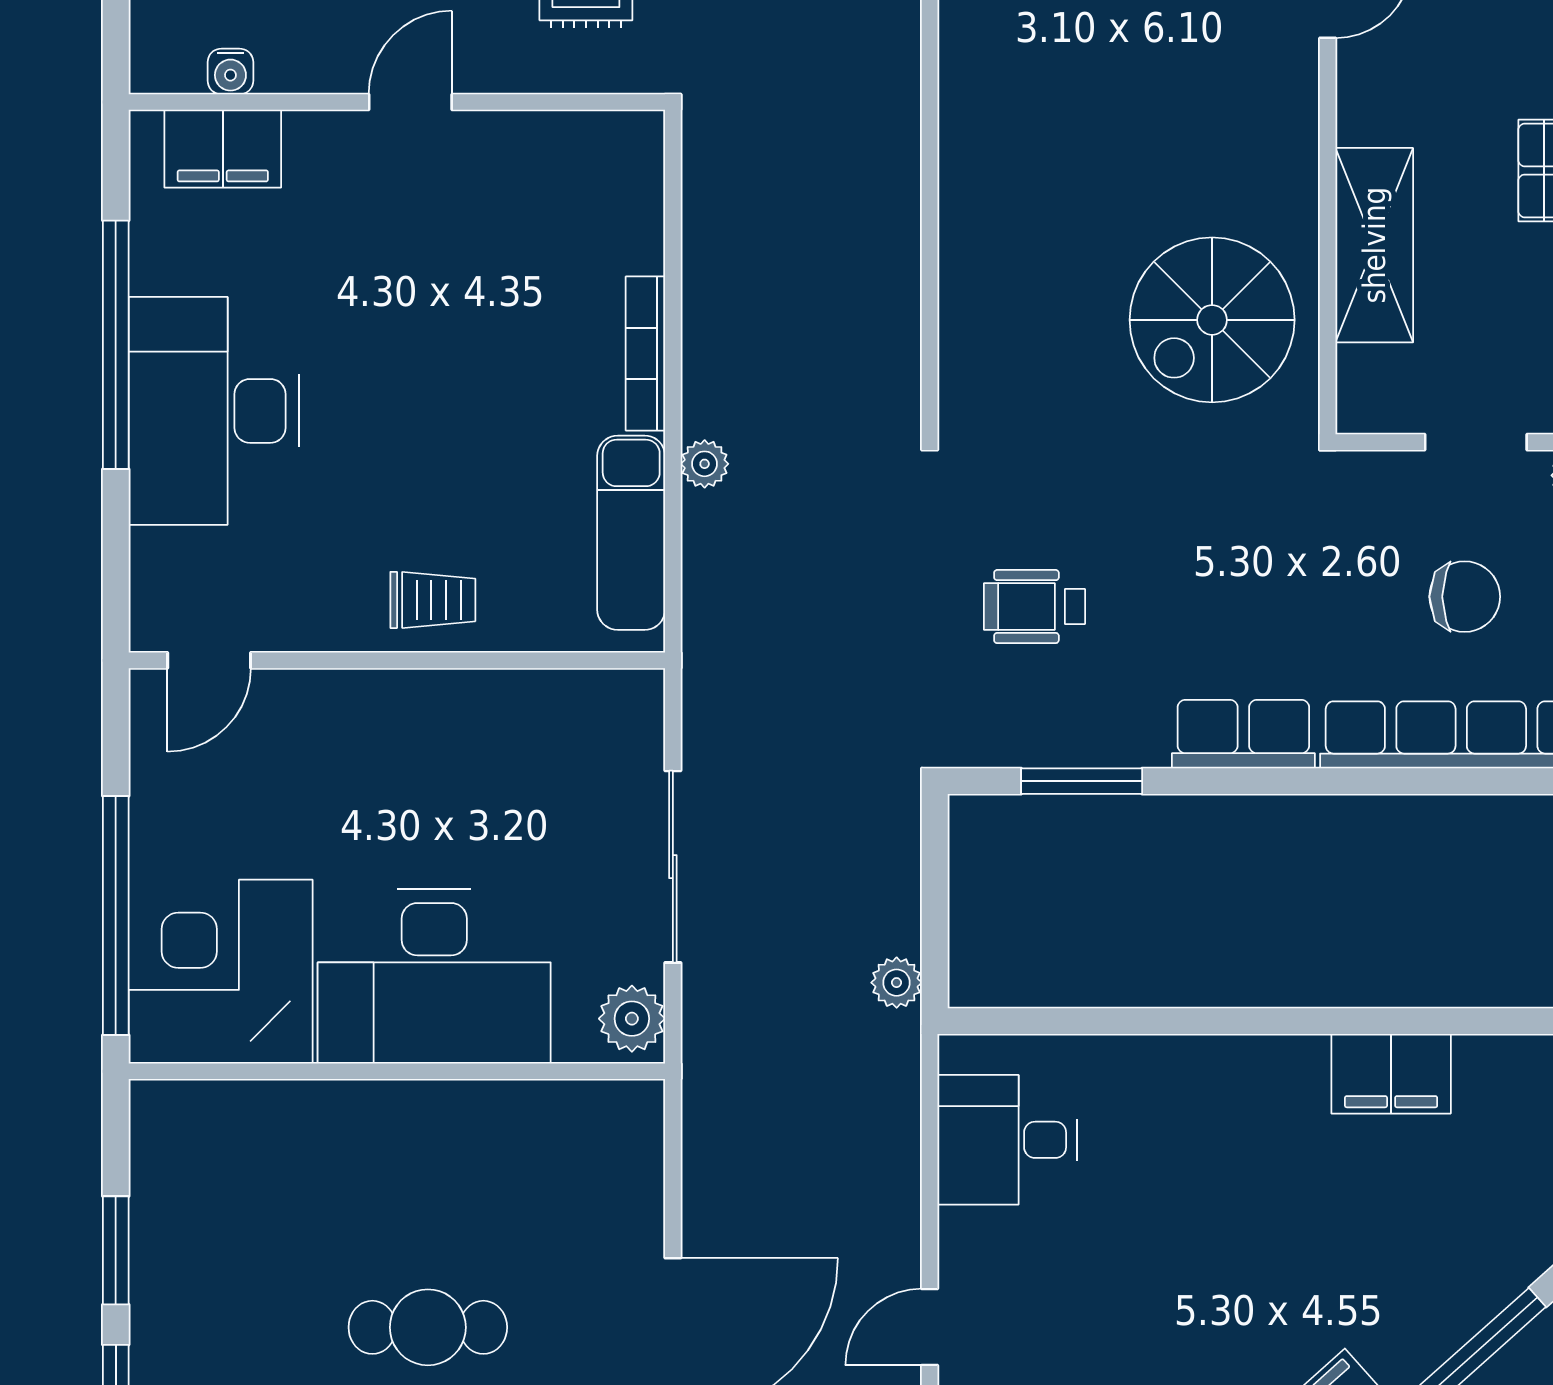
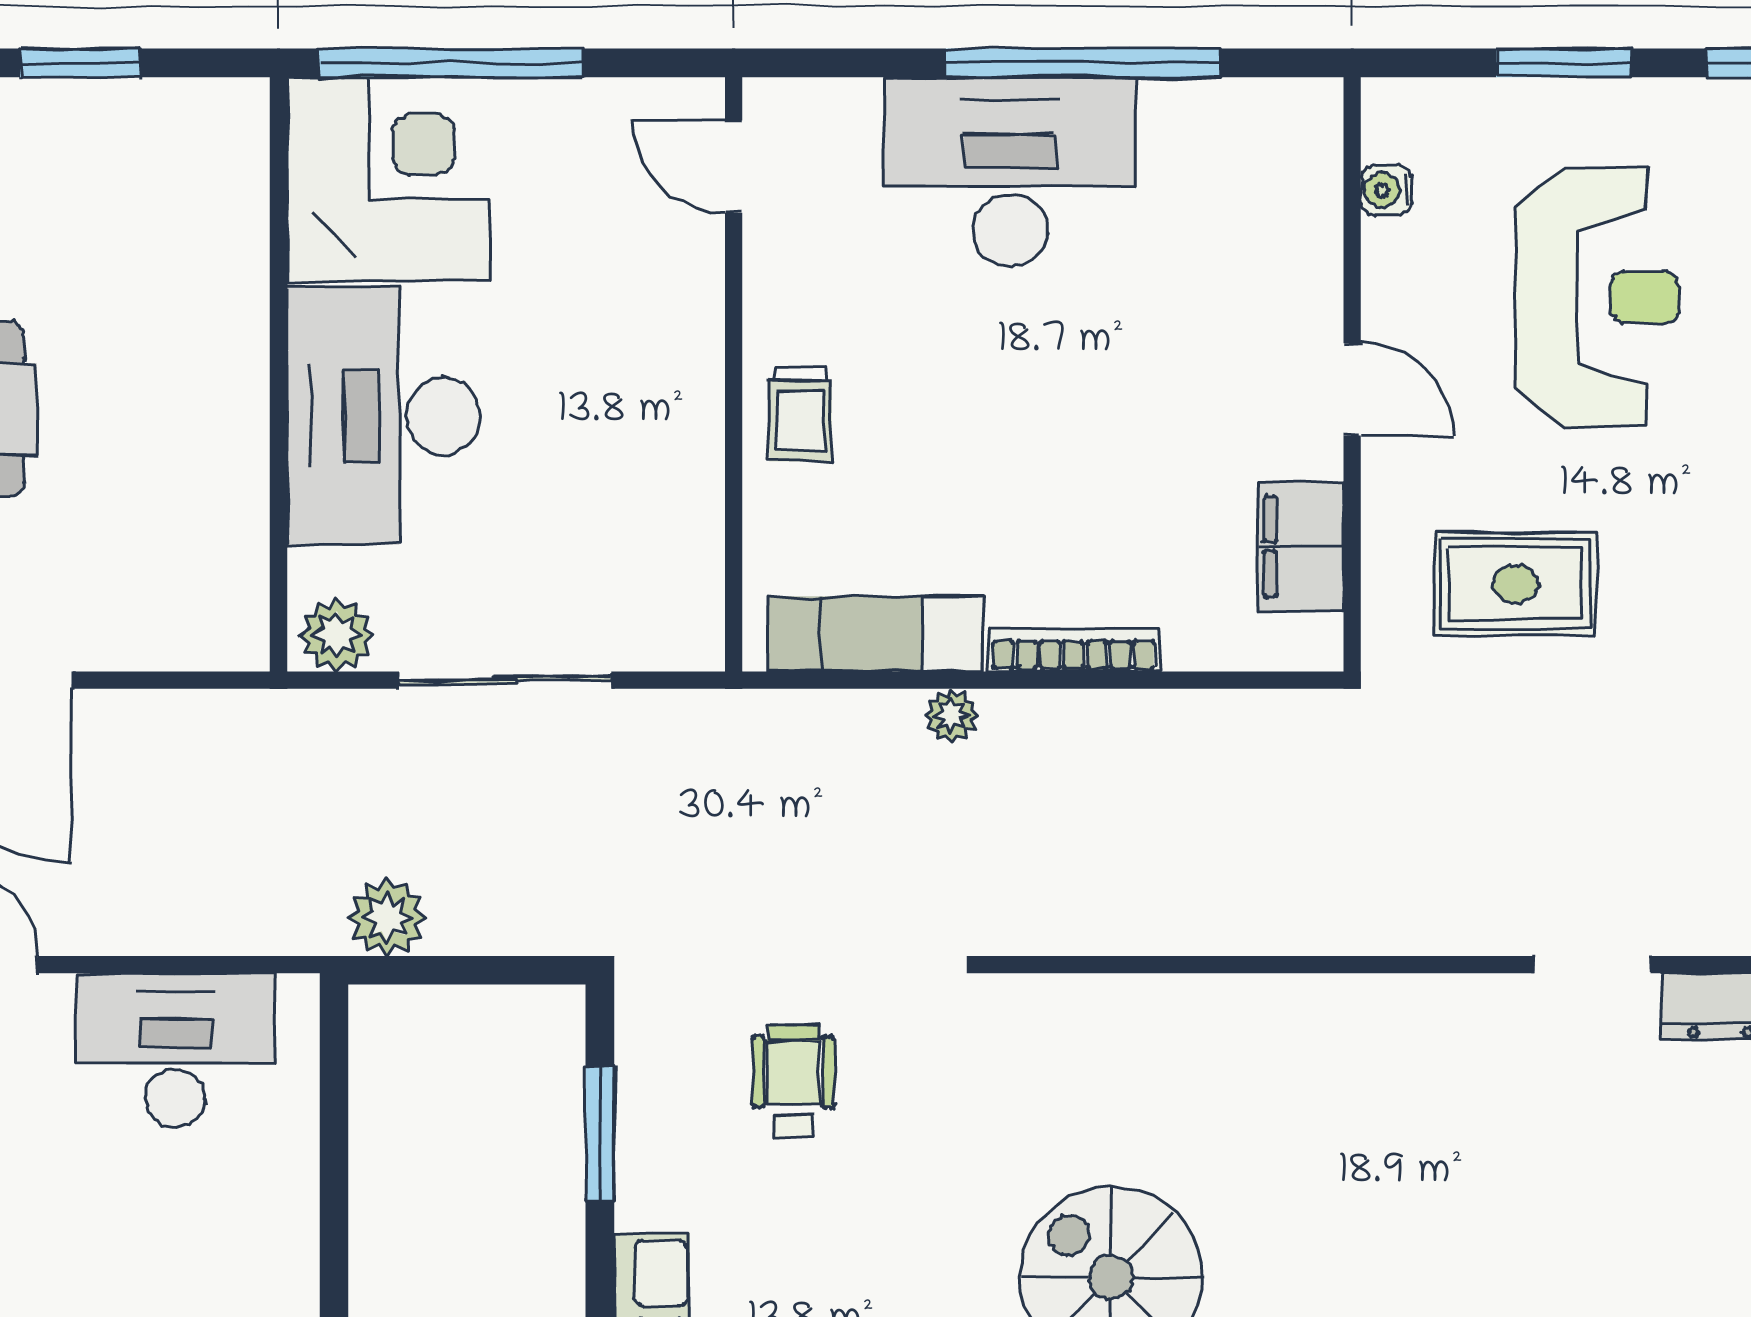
filing cabinet: (223, 149) -> (1301, 546), moved
plant: (897, 983) -> (387, 917), width x1.38, depth x1.38
desk: (1007, 1140) -> (176, 1051), width x1.37

